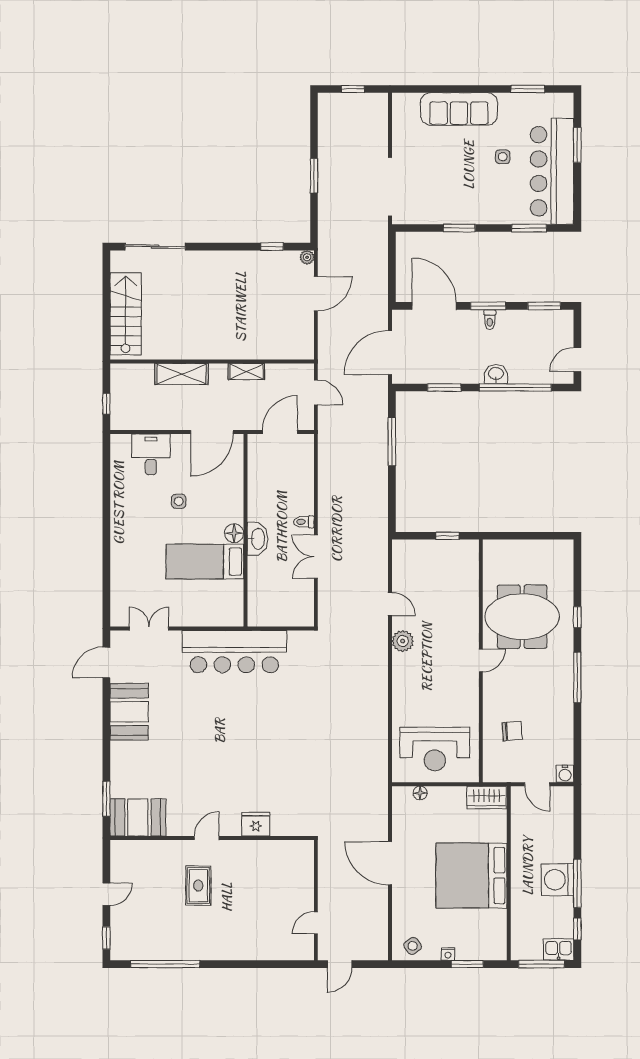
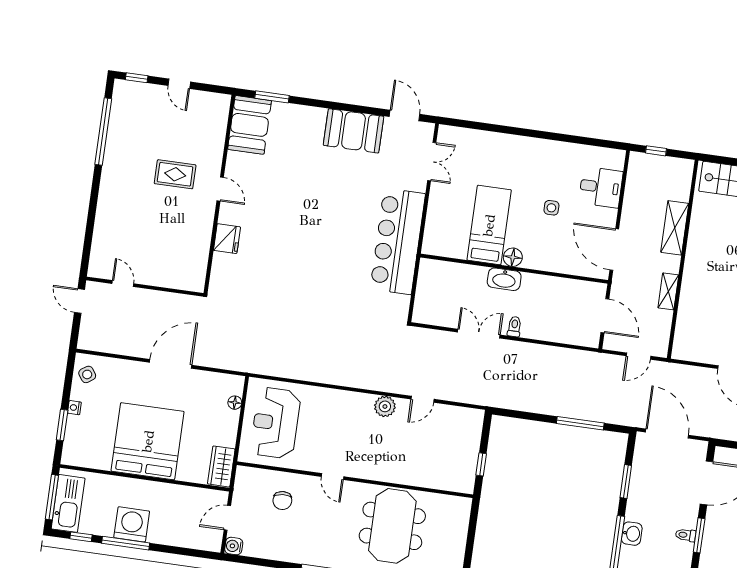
door: (481, 660) -> (332, 477), moved
kitchen sink: (559, 949) -> (68, 503), width x1.87, depth x1.24

